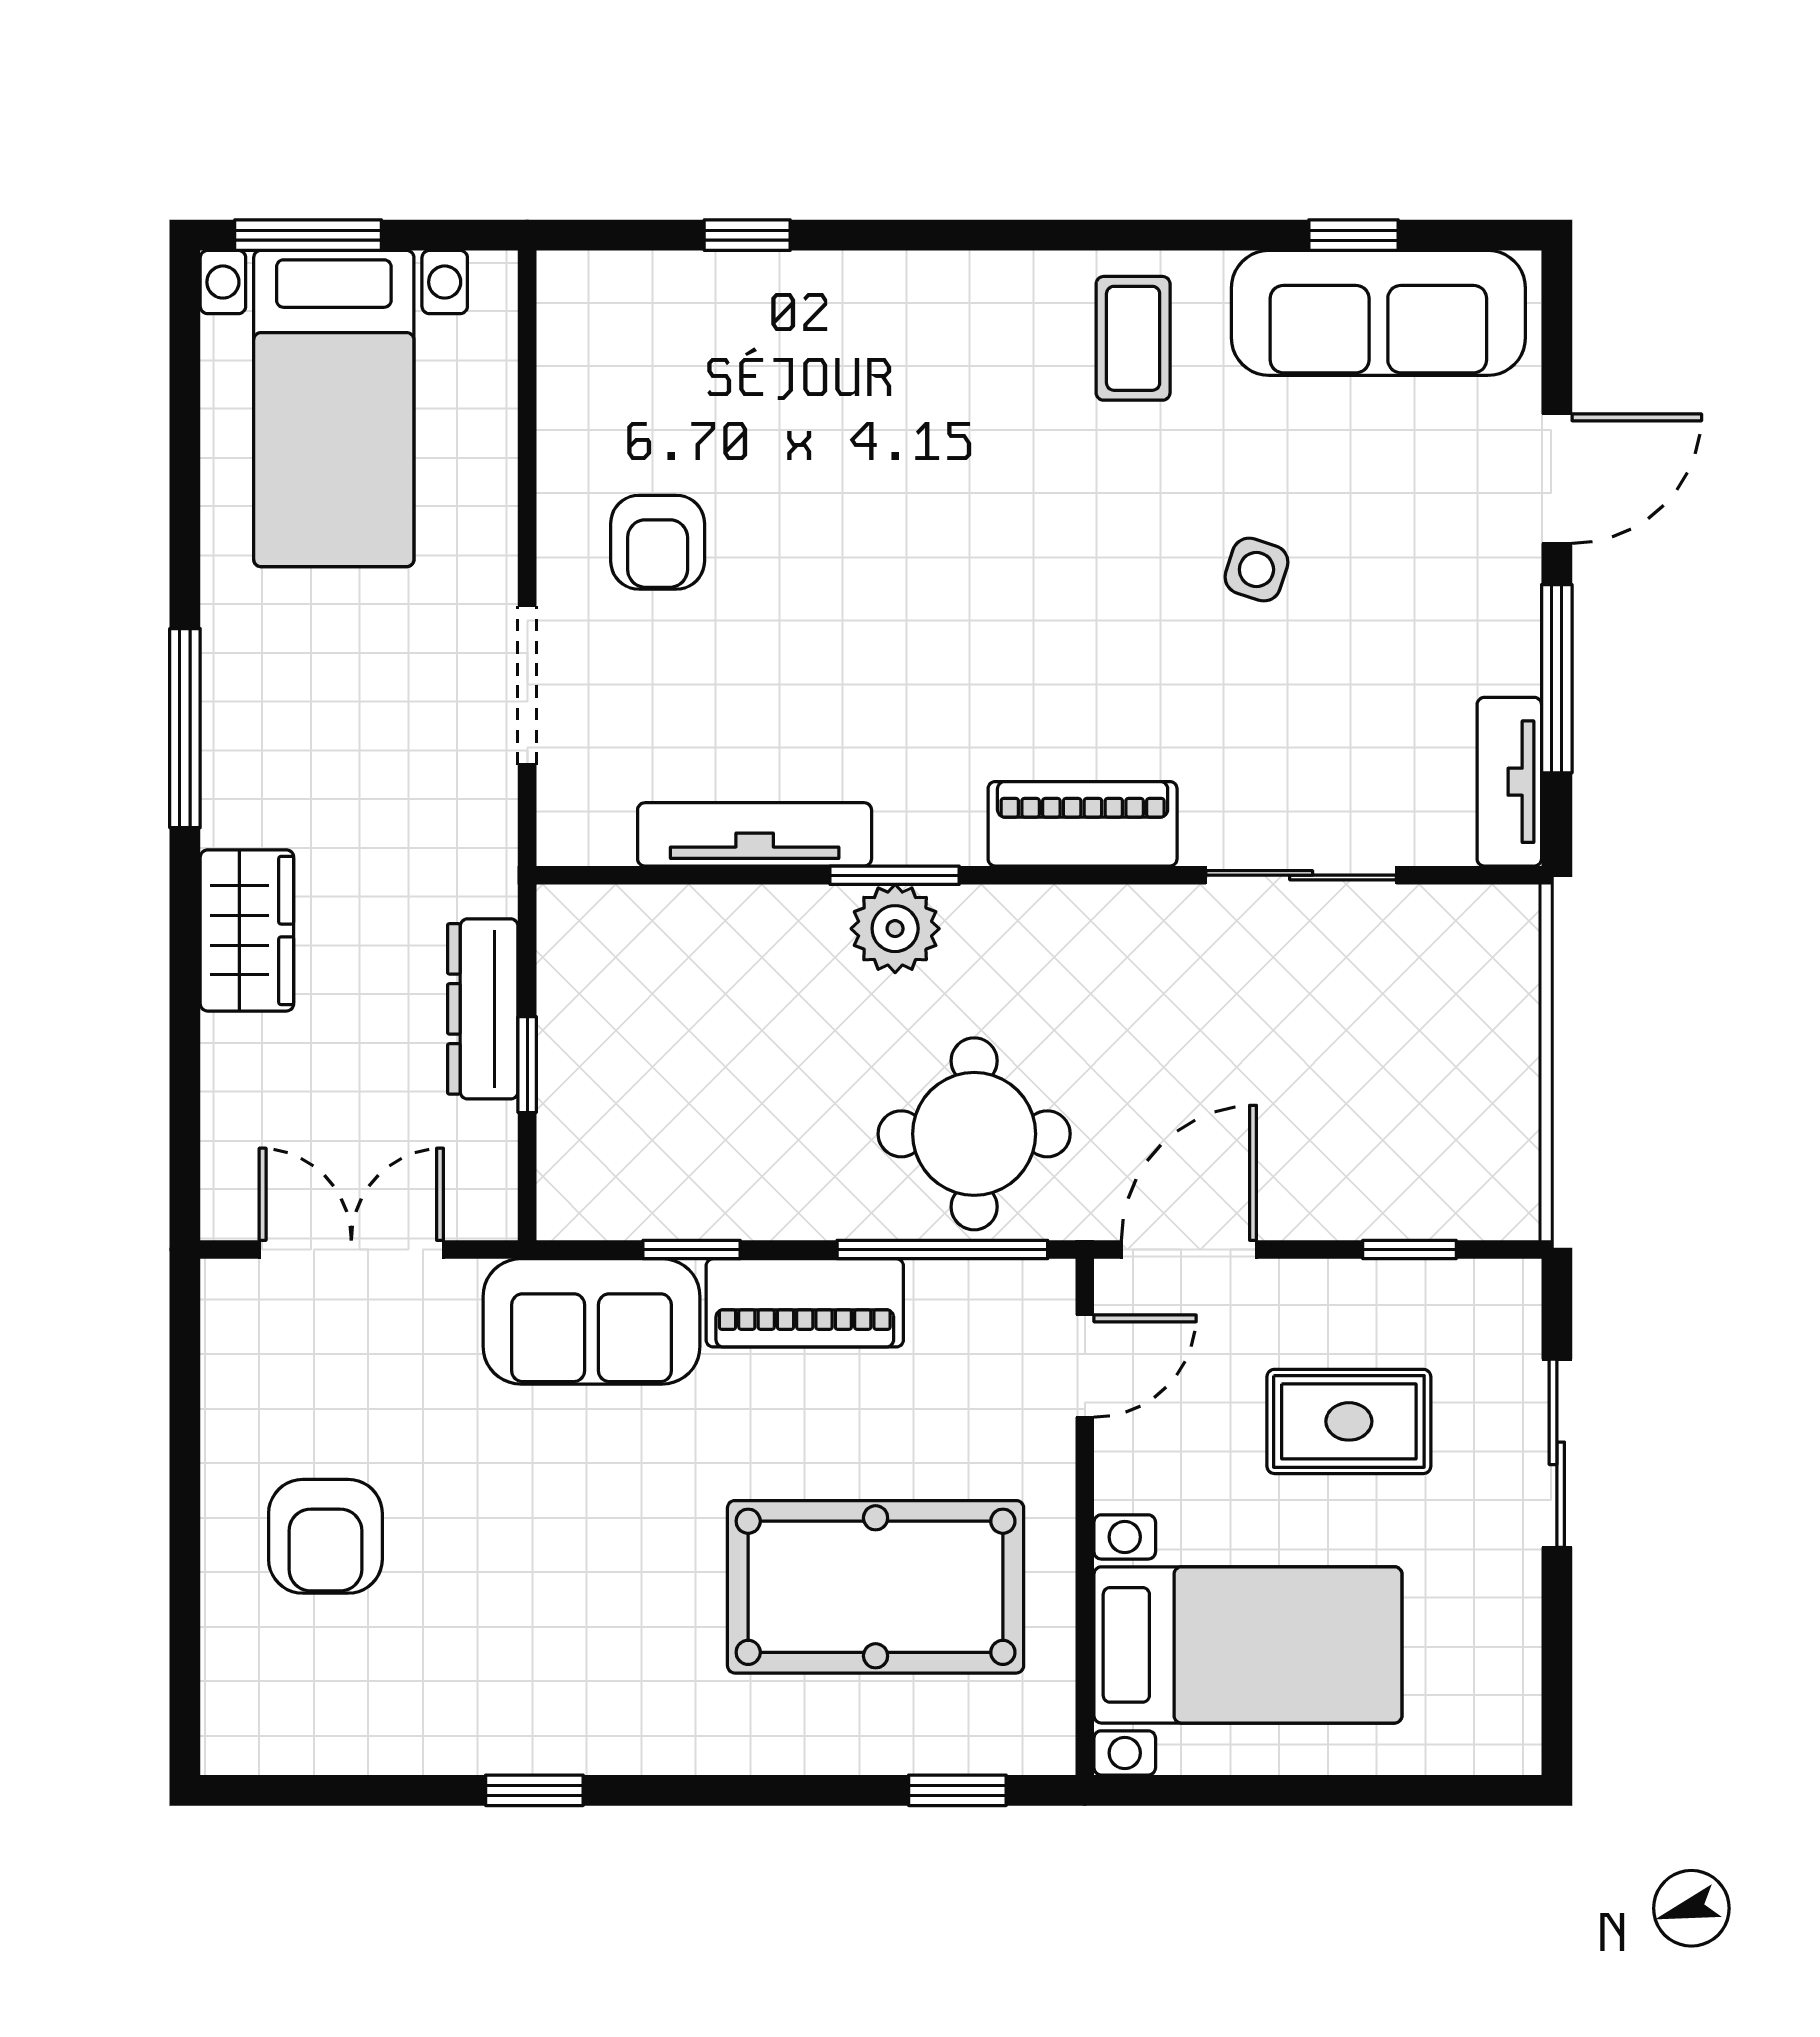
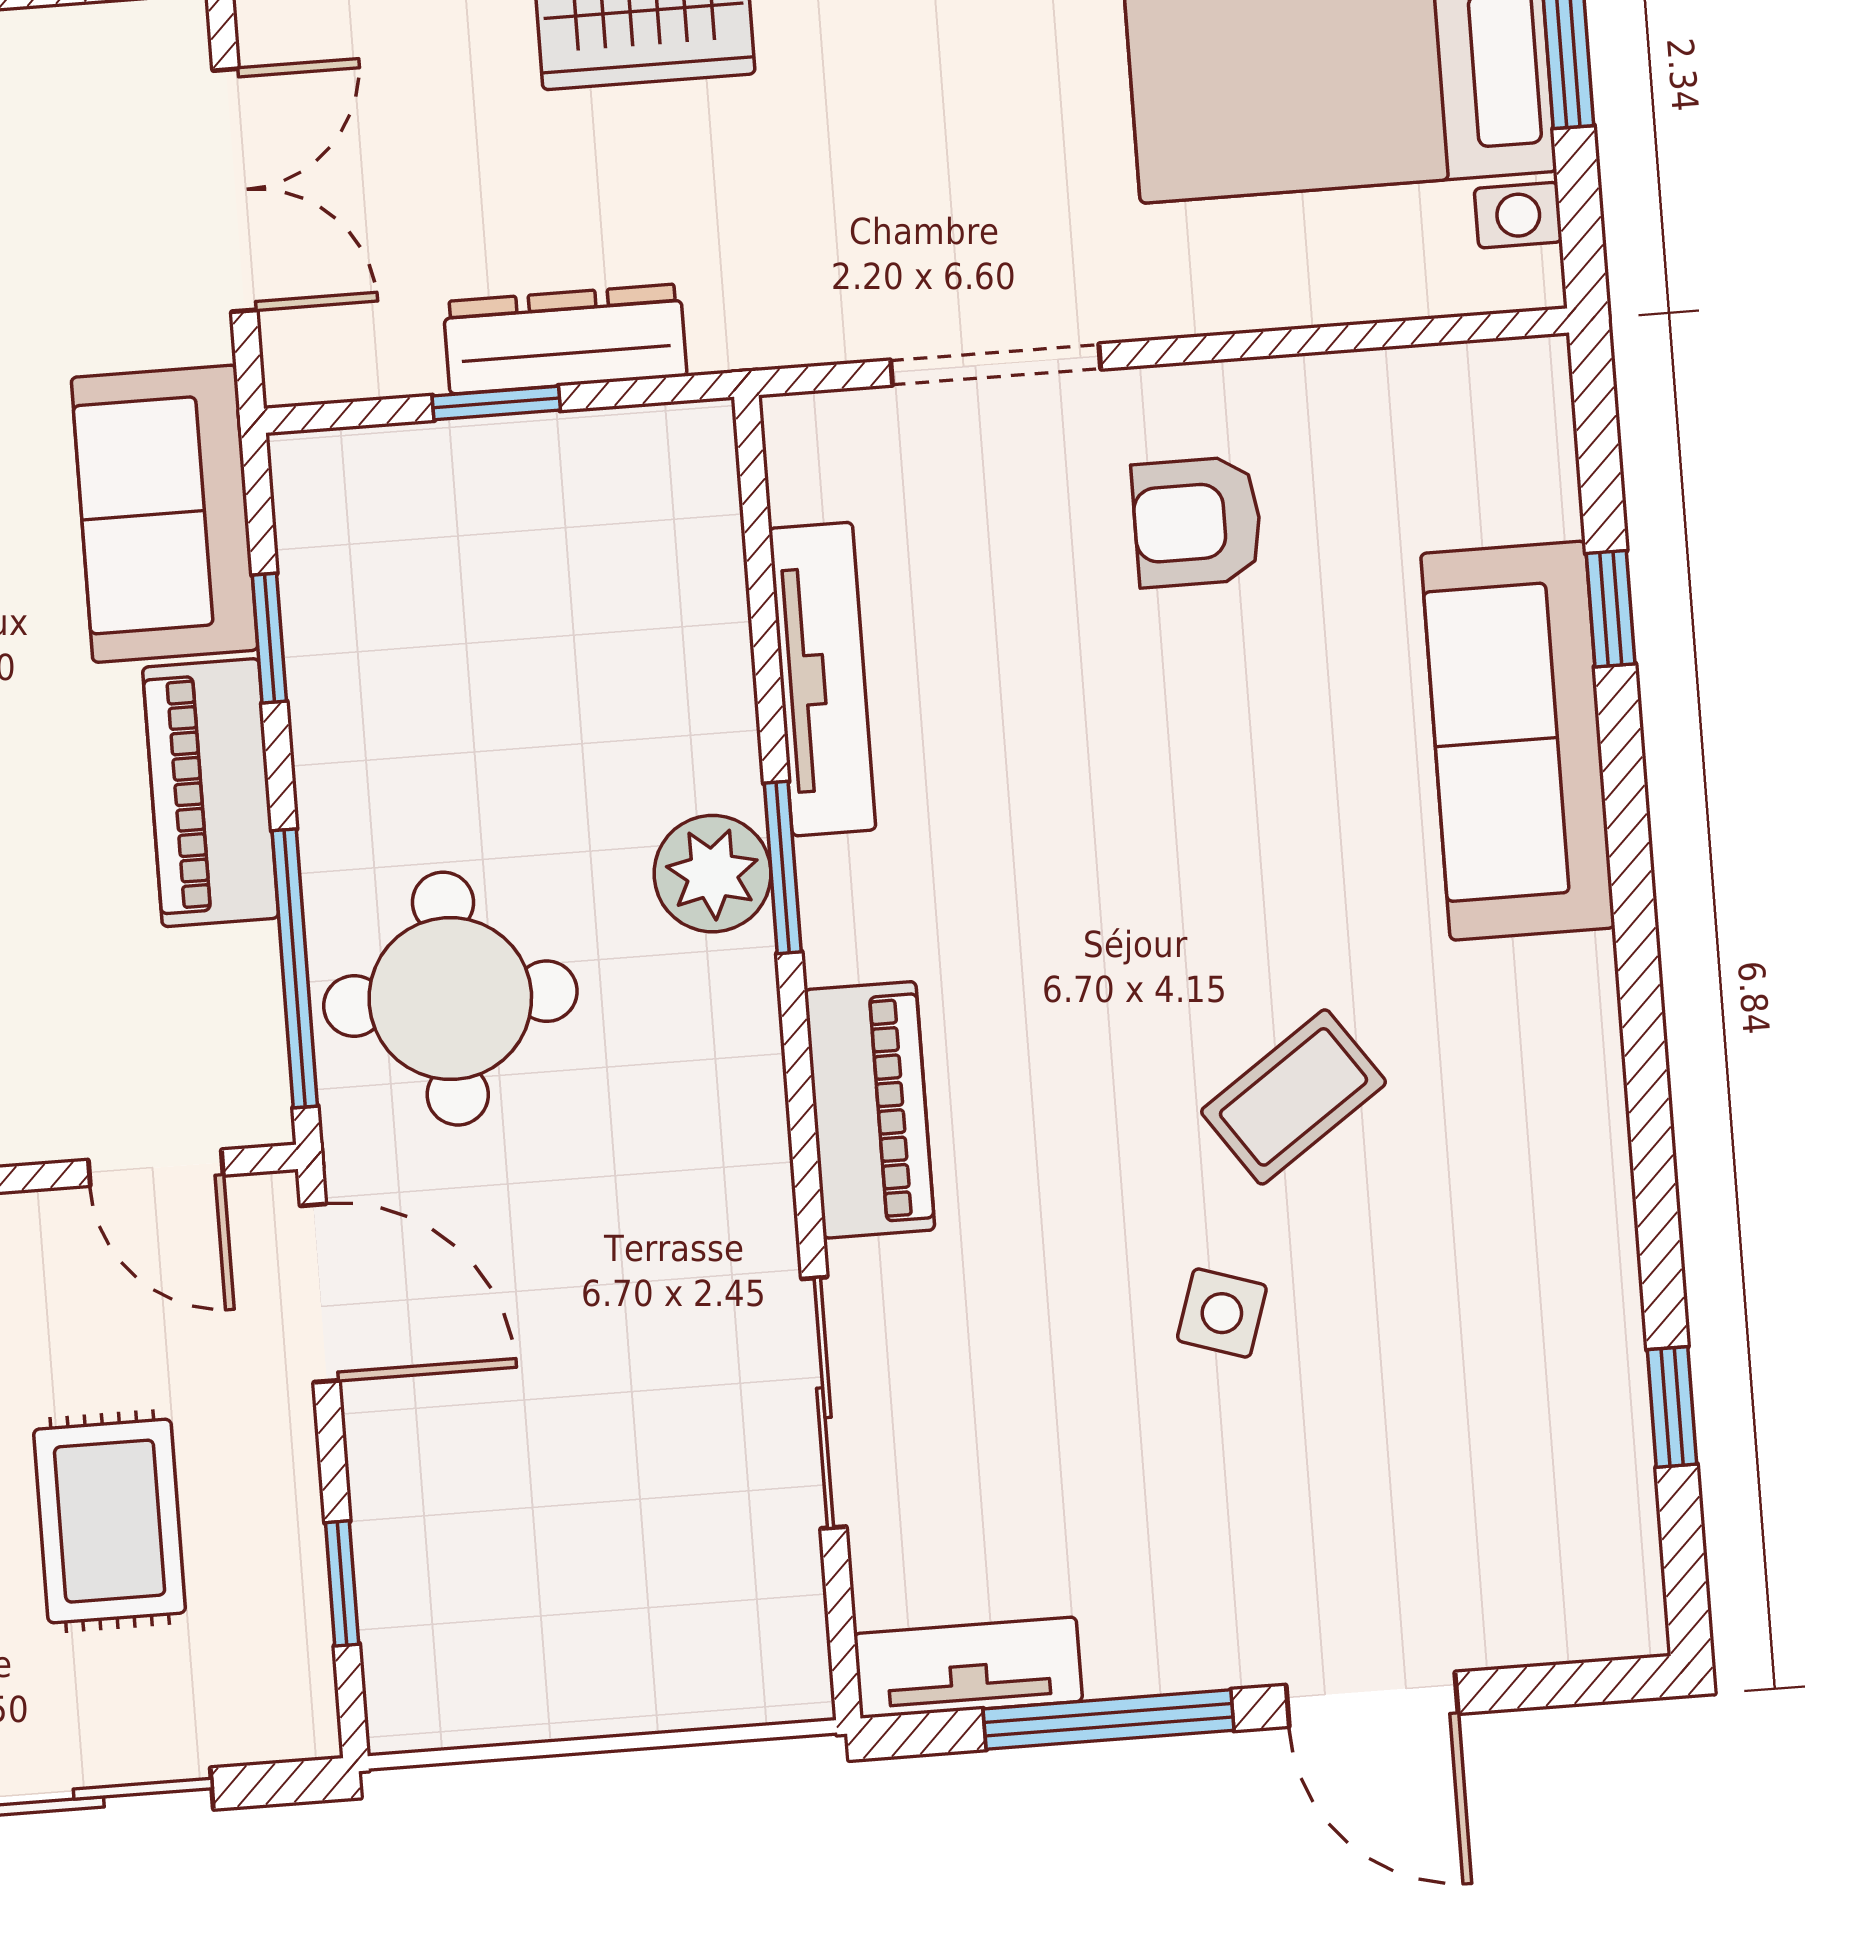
sofa: (1378, 313) -> (1518, 741), moved
coffee table: (1133, 338) -> (1294, 1097), moved, turned -35

